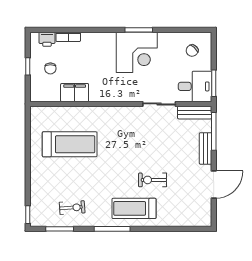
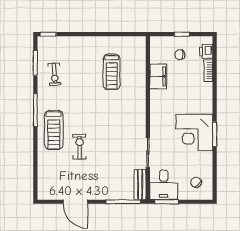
treadmill: (70, 144) -> (112, 72), width x0.73, depth x0.73
bench: (205, 148) -> (108, 194), removed
treadmill: (134, 208) -> (54, 130), turned 180

